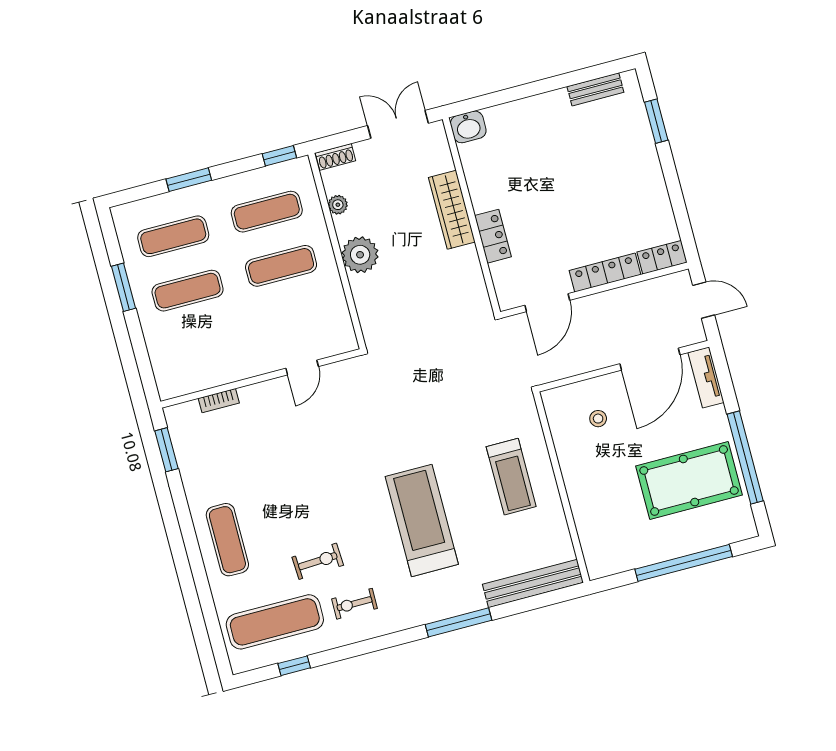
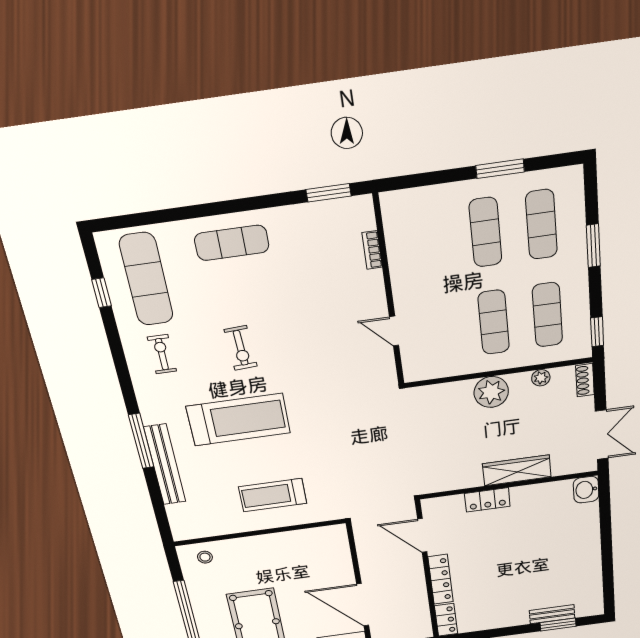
bench: (595, 89) -> (552, 614), moved, turned 90
stool: (598, 419) -> (205, 557), moved
exercise bike: (318, 561) -> (241, 348), moved
bench: (533, 583) -> (165, 465), moved

